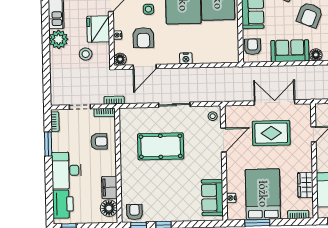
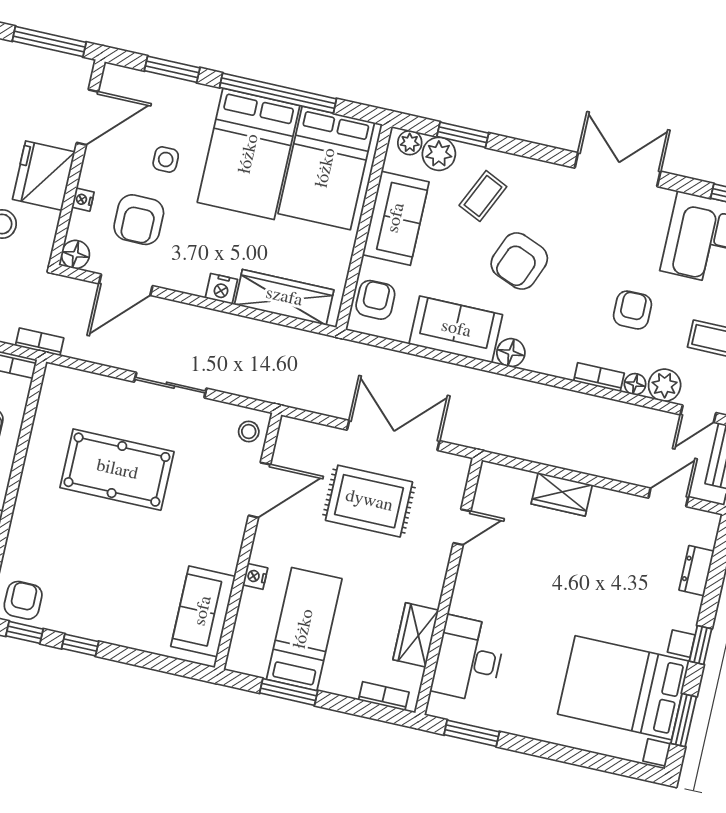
wardrobe: (213, 55) -> (284, 297), added
bed: (263, 194) -> (304, 629), width x0.67
nightstand: (231, 198) -> (255, 576), moved

